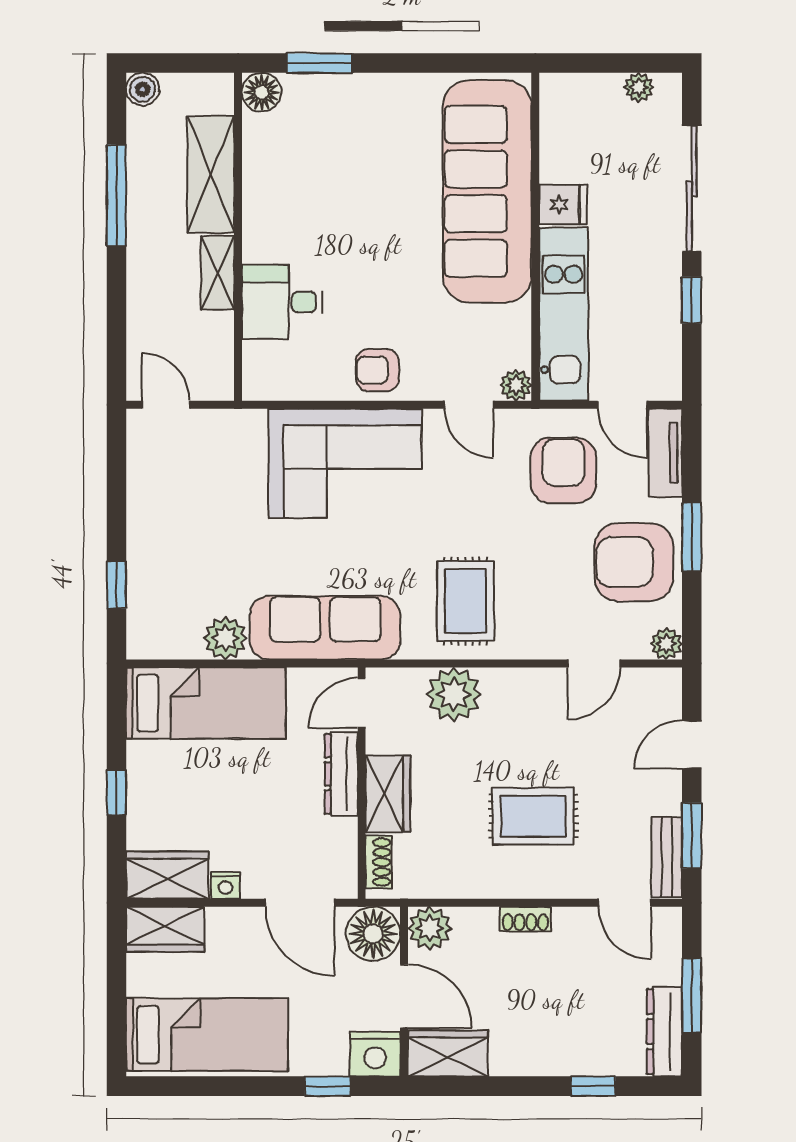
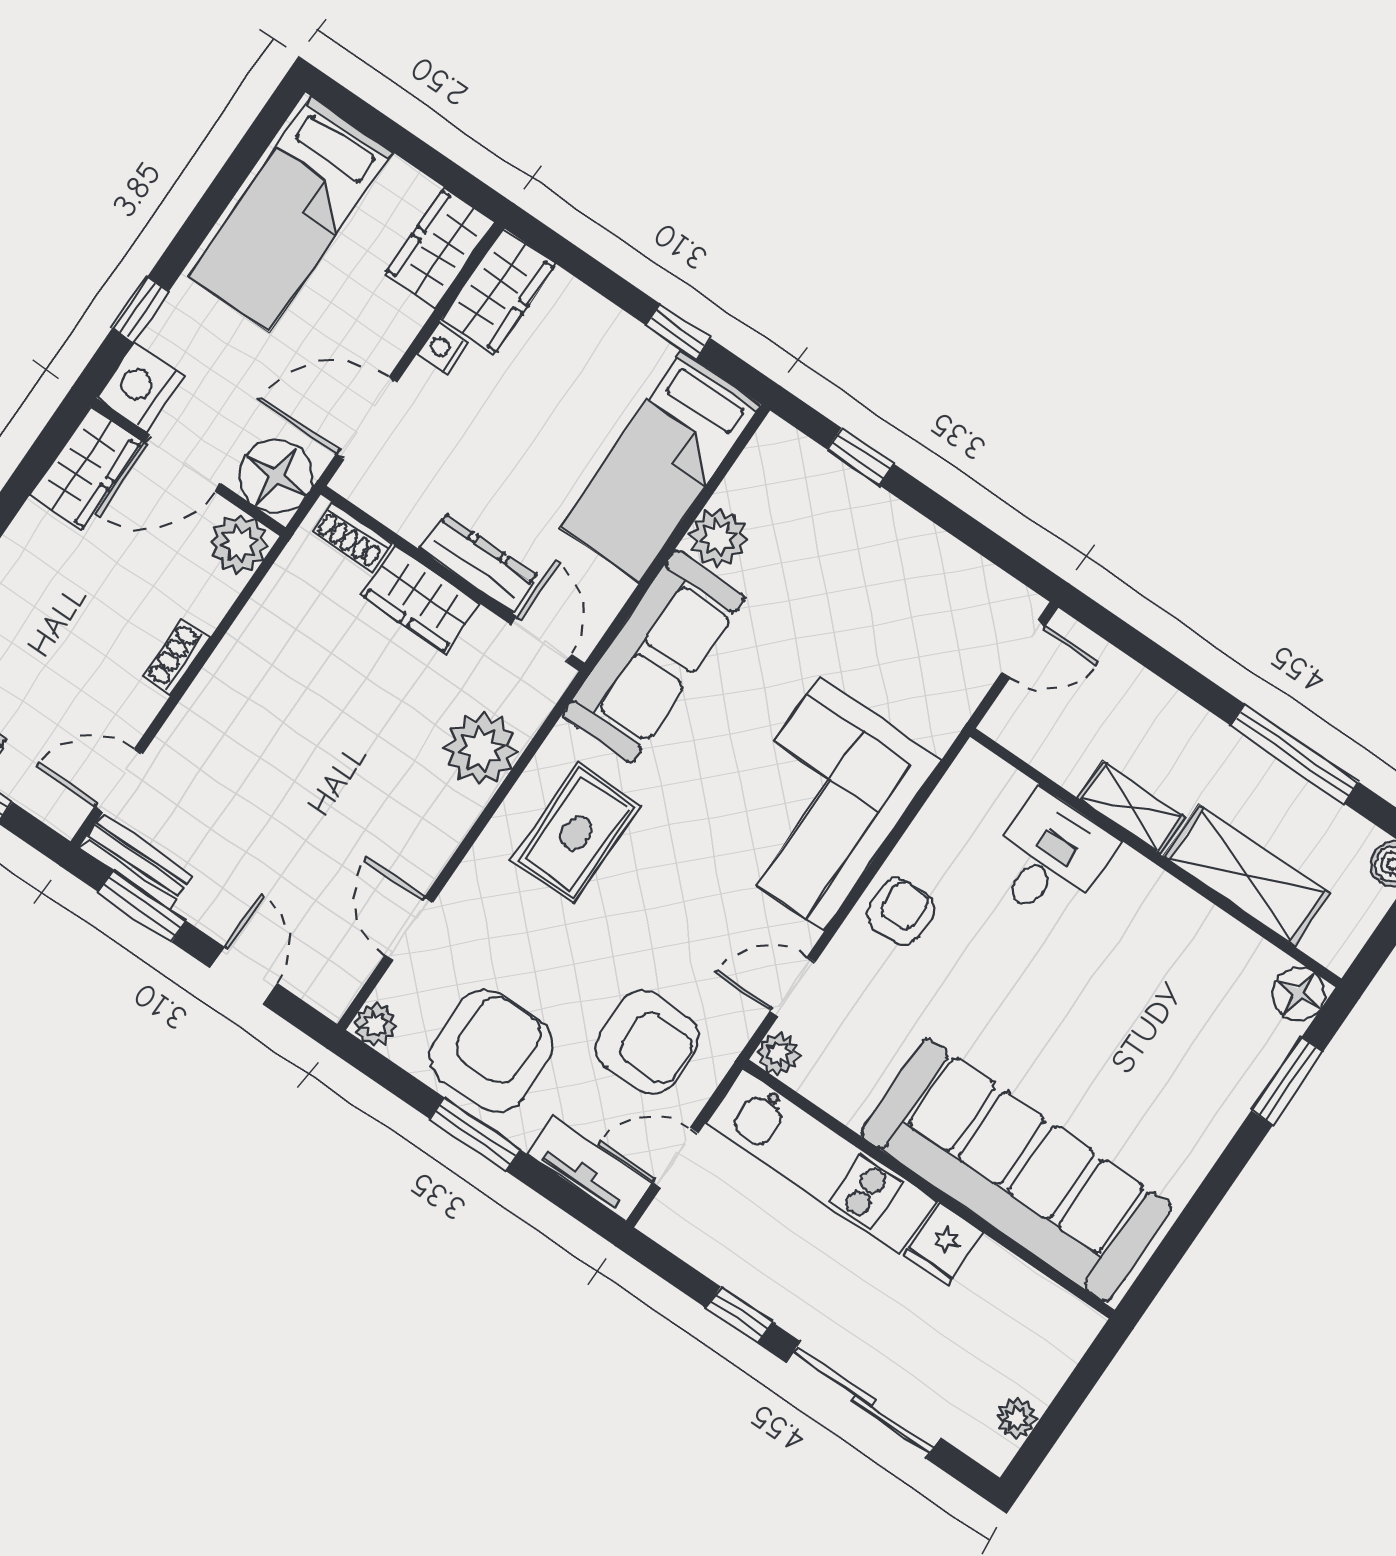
rug: (465, 601) -> (576, 833), turned 90
window: (116, 792) -> (678, 332), moved
rug: (533, 816) -> (285, 745), removed

